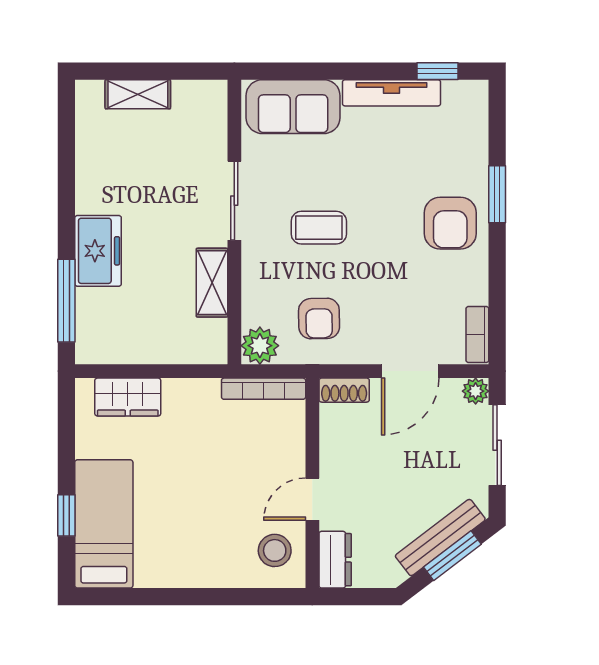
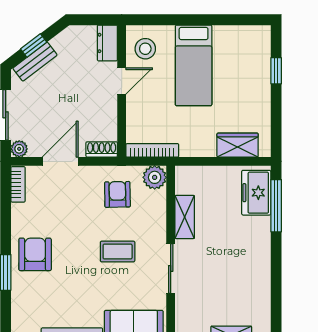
freezer: (98, 251) -> (256, 193), moved
bed: (104, 524) -> (194, 65), moved
bench: (440, 538) -> (35, 62), width x0.73
window: (452, 556) -> (34, 46), width x0.67

